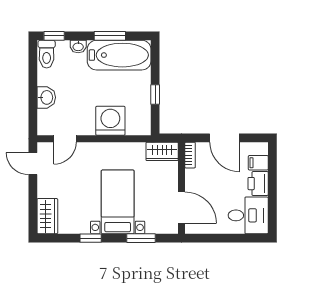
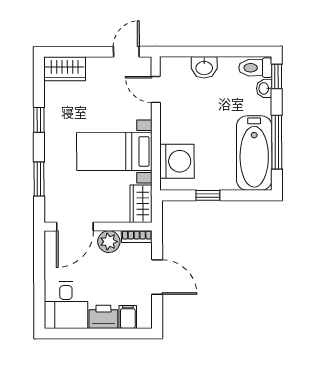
window: (110, 36) -> (277, 142), width x1.44
washbasin: (78, 46) -> (264, 88), moved
washing machine: (110, 121) -> (177, 161), moved
door: (224, 138) -> (157, 277), swing flipped
plant: (194, 179) -> (109, 242), added
bed with nightstands: (118, 202) -> (114, 152), moved, turned 180

